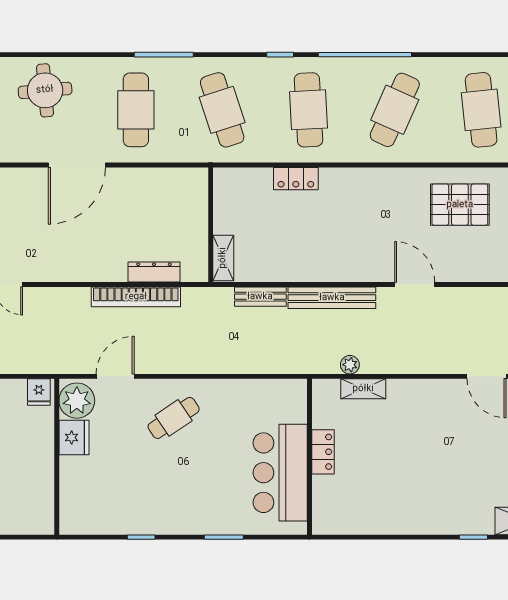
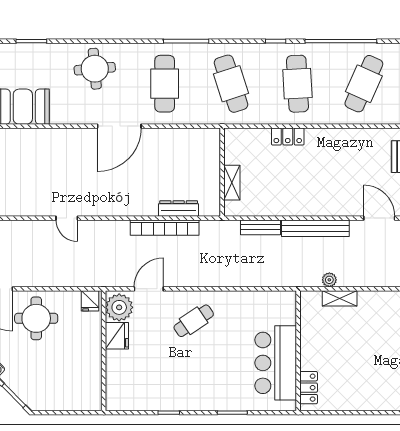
shelving: (223, 258) -> (232, 183), moved
locker: (323, 452) -> (309, 388), moved

